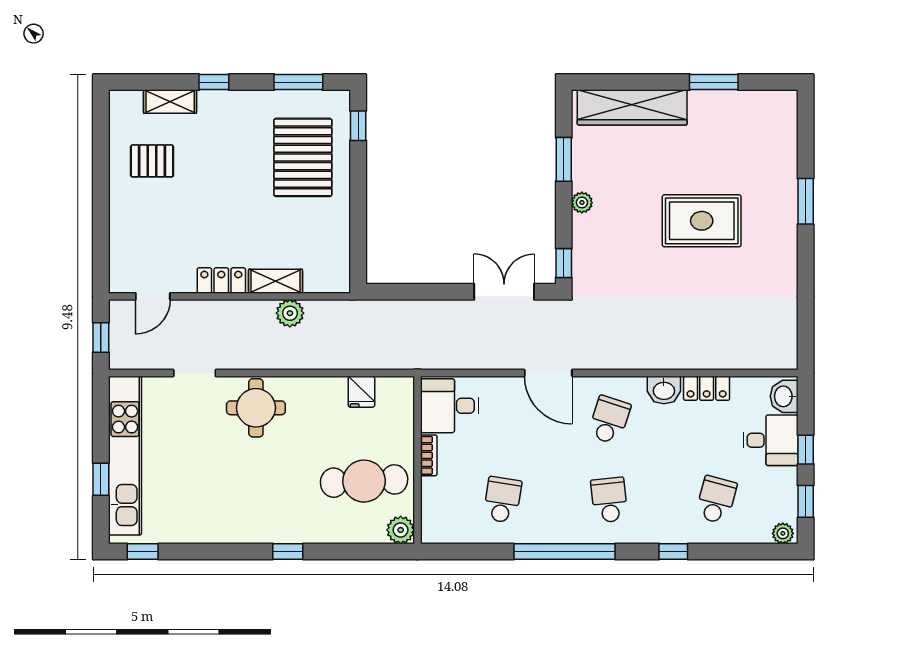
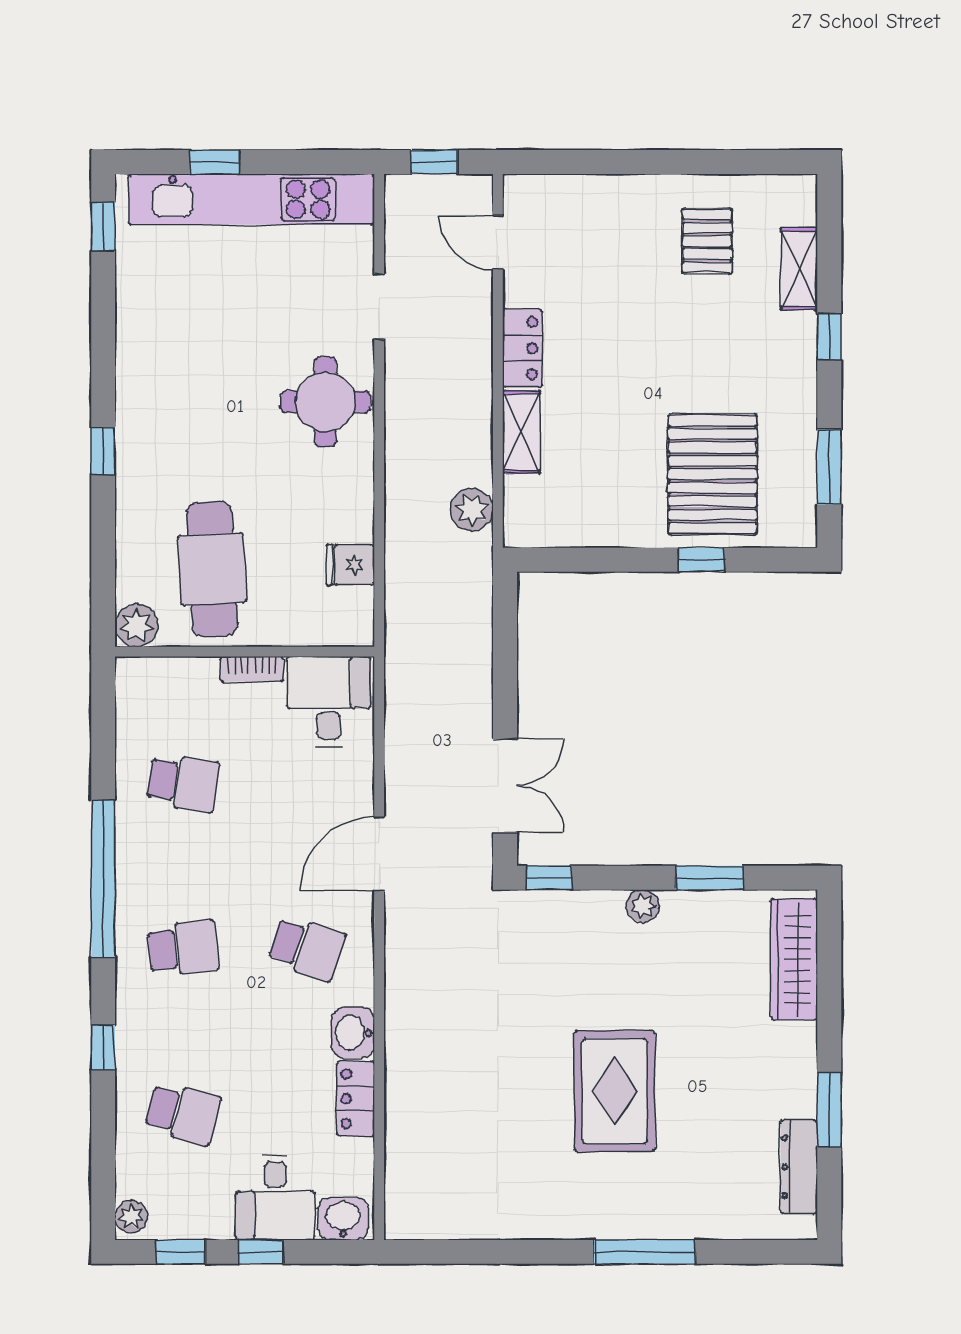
dresser: (751, 102) -> (799, 1167), added
wardrobe: (632, 107) -> (794, 959), width x0.71, depth x0.85
window: (358, 126) -> (701, 560), moved
pallet: (303, 157) -> (713, 474), turned 90
window: (806, 201) -> (645, 1252), width x1.44
plant: (290, 313) -> (472, 510), moved

